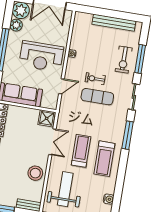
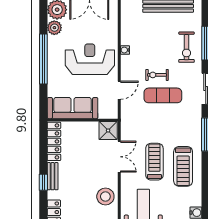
reception desk: (41, 56) -> (90, 59), turned 180

